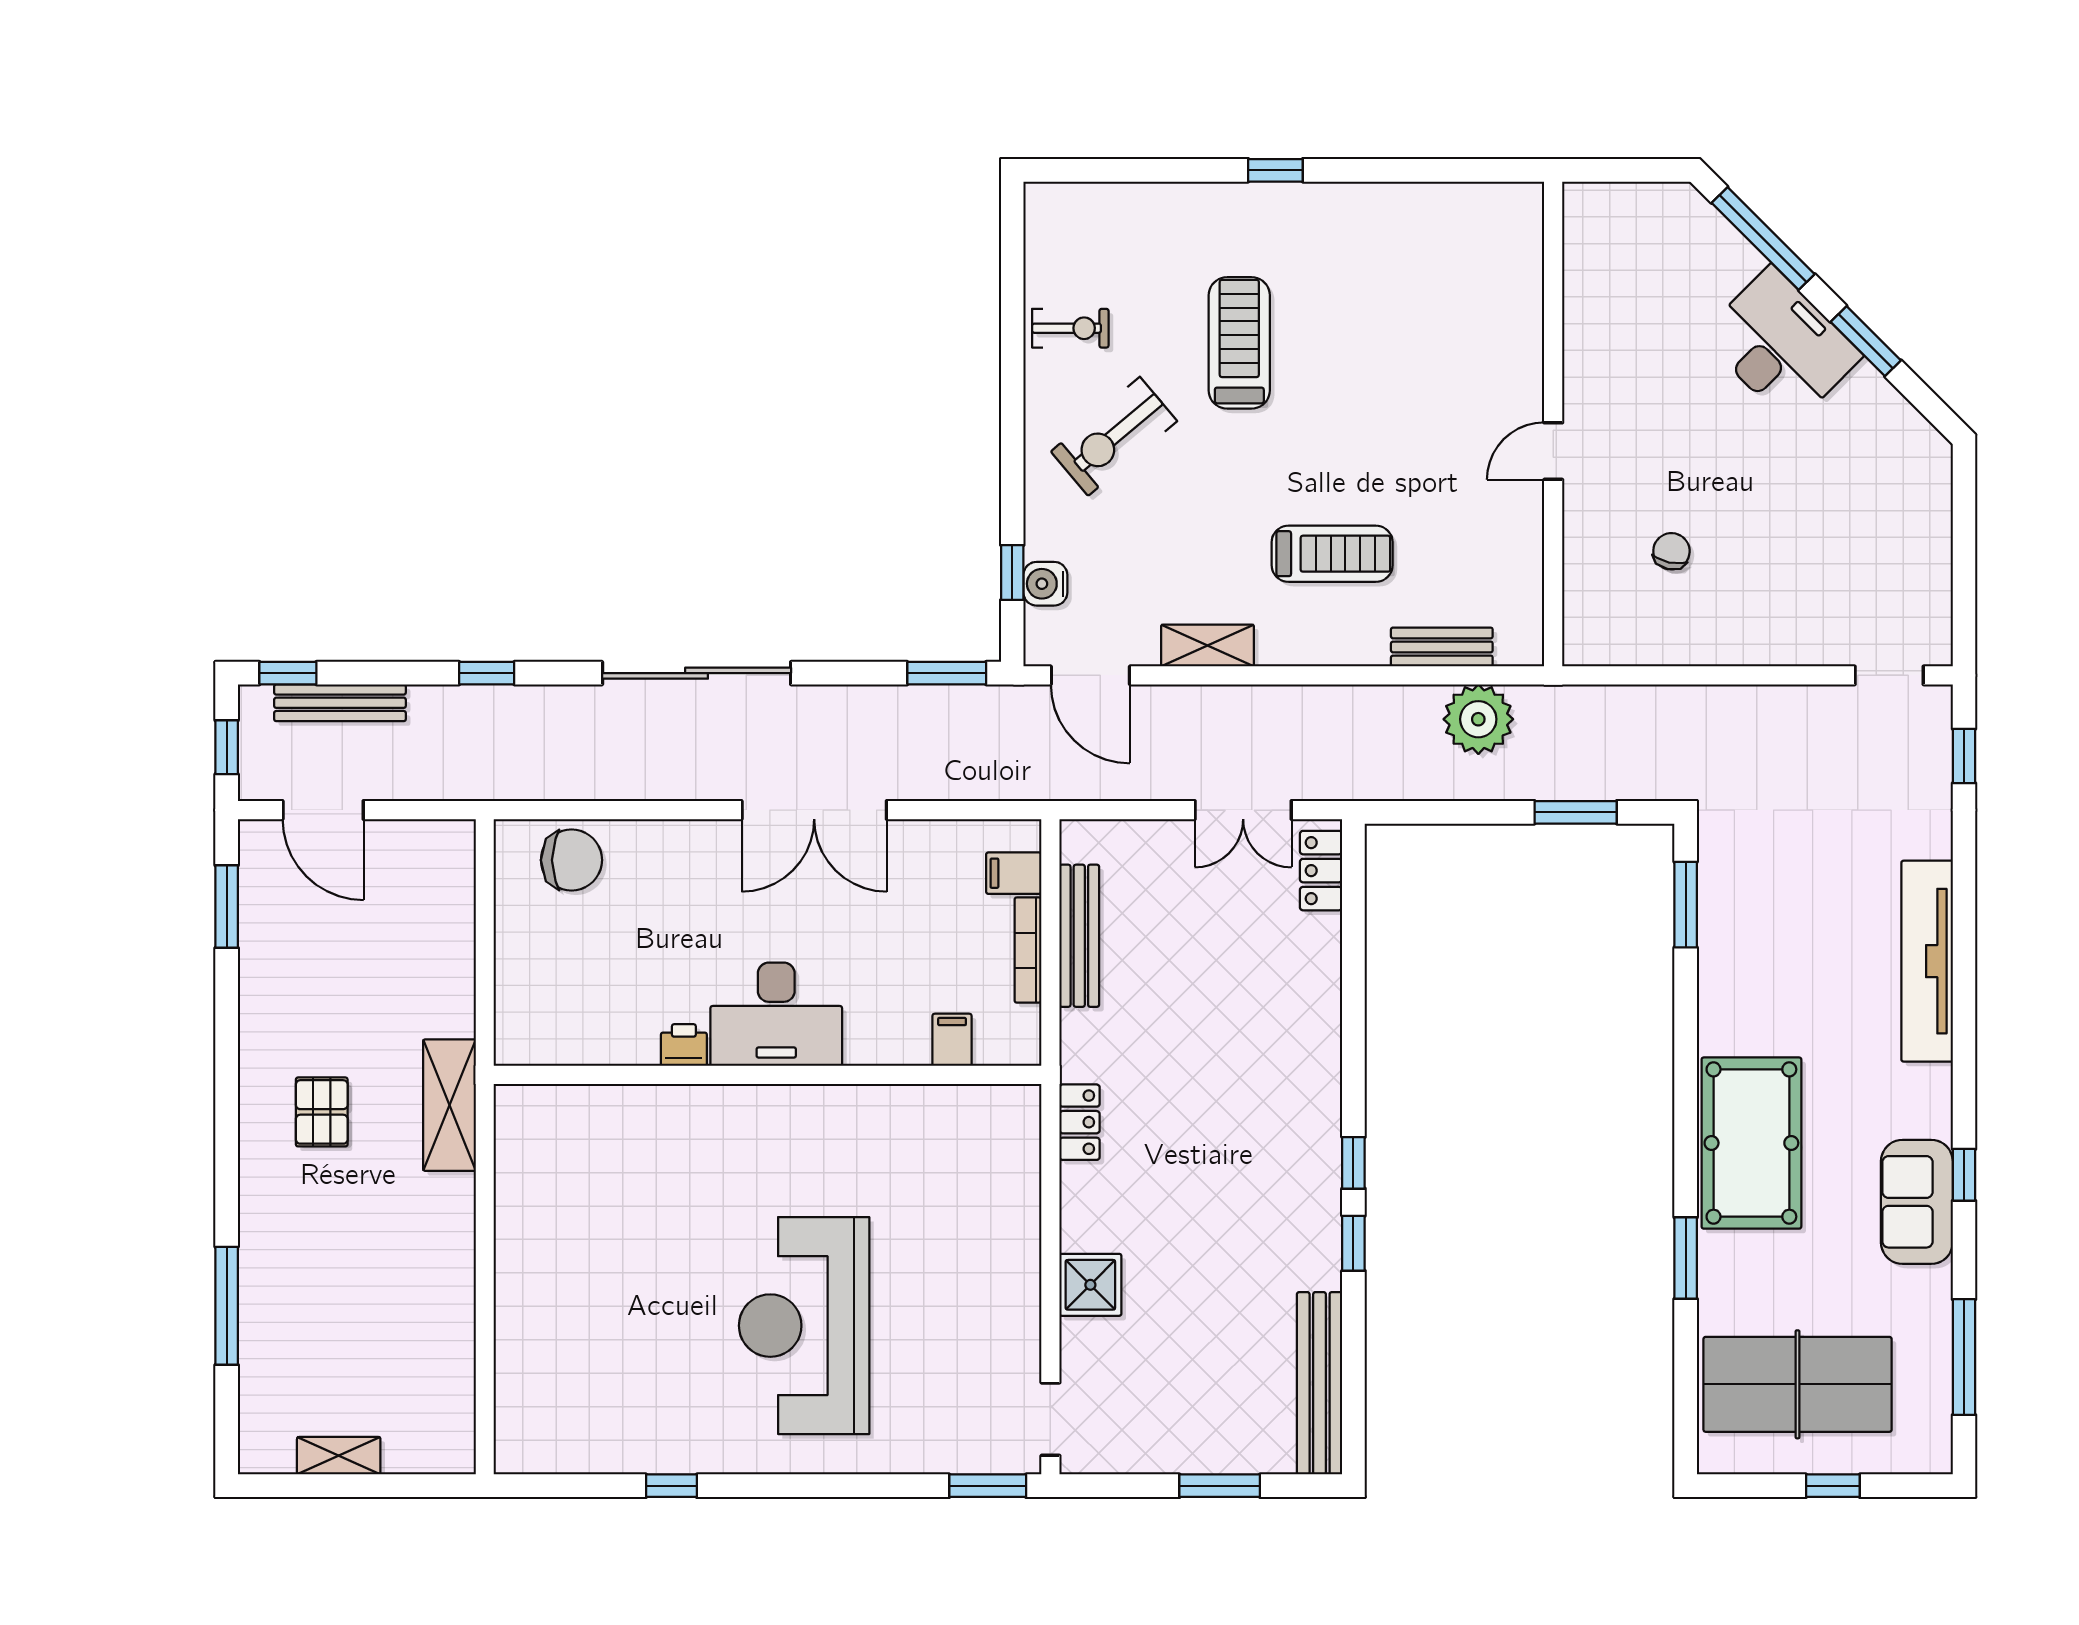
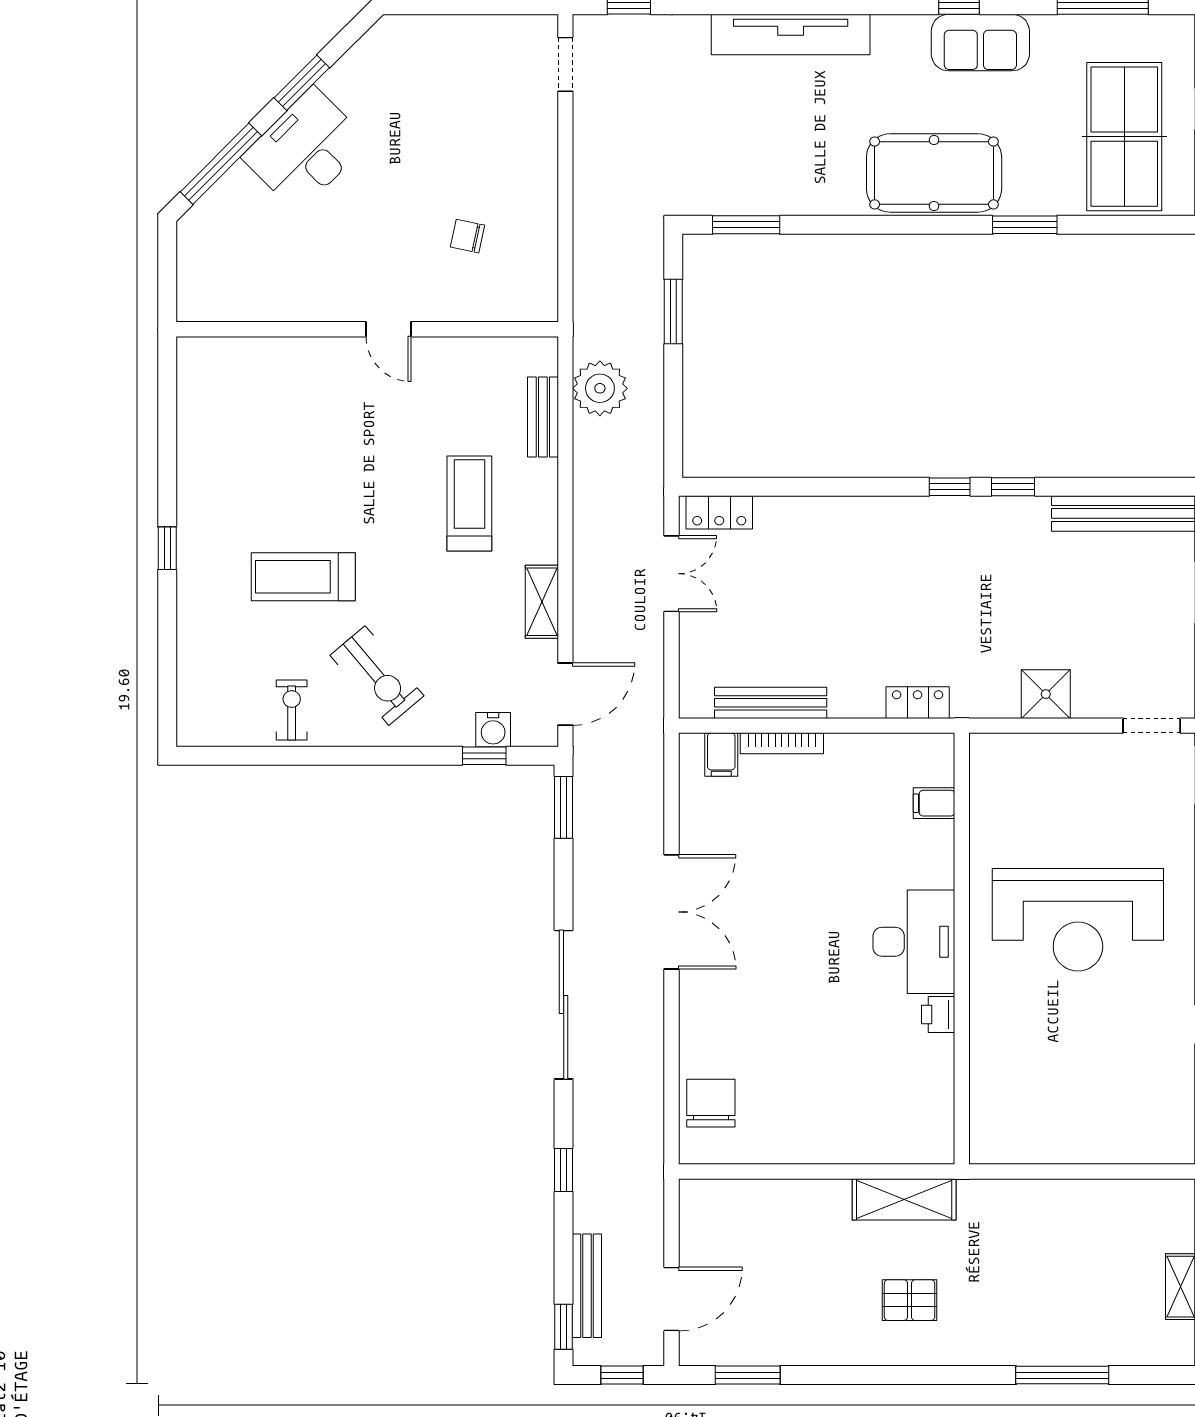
desk: (776, 1014) -> (914, 942), moved
filing cabinet: (952, 1040) -> (934, 803), moved
printer: (684, 1045) -> (938, 1015), moved
wall: (768, 1075) -> (962, 949), moved

